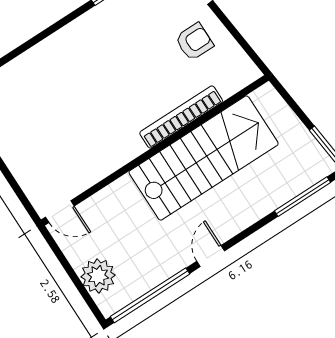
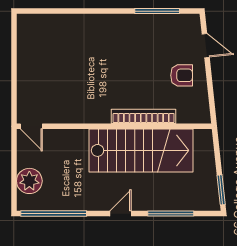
window: (303, 197) -> (171, 214), moved
door: (211, 256) -> (120, 214), moved

